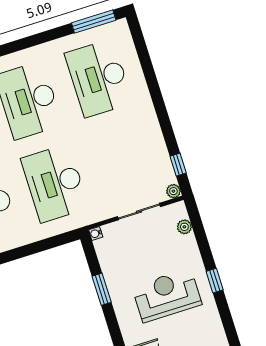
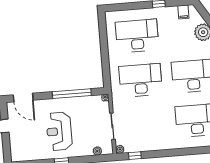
window: (102, 289) -> (72, 94), width x2.11
reception desk: (167, 295) -> (59, 131), turned 180

